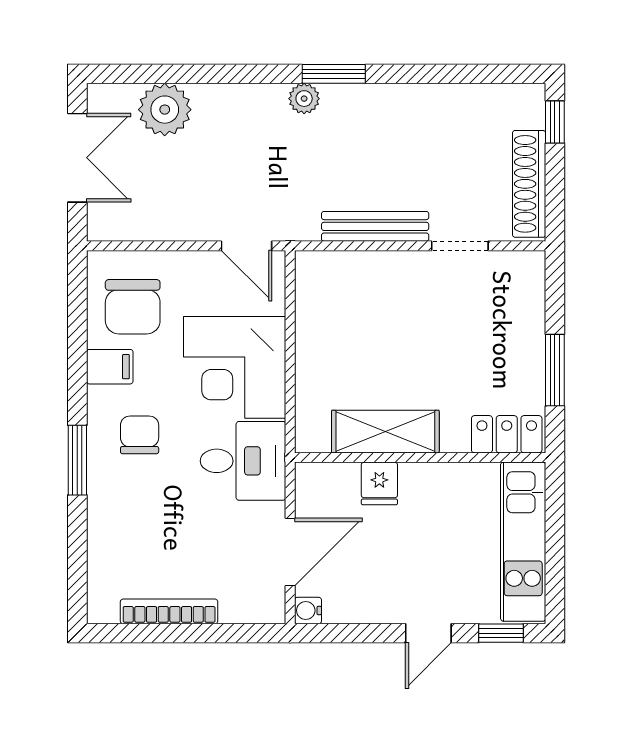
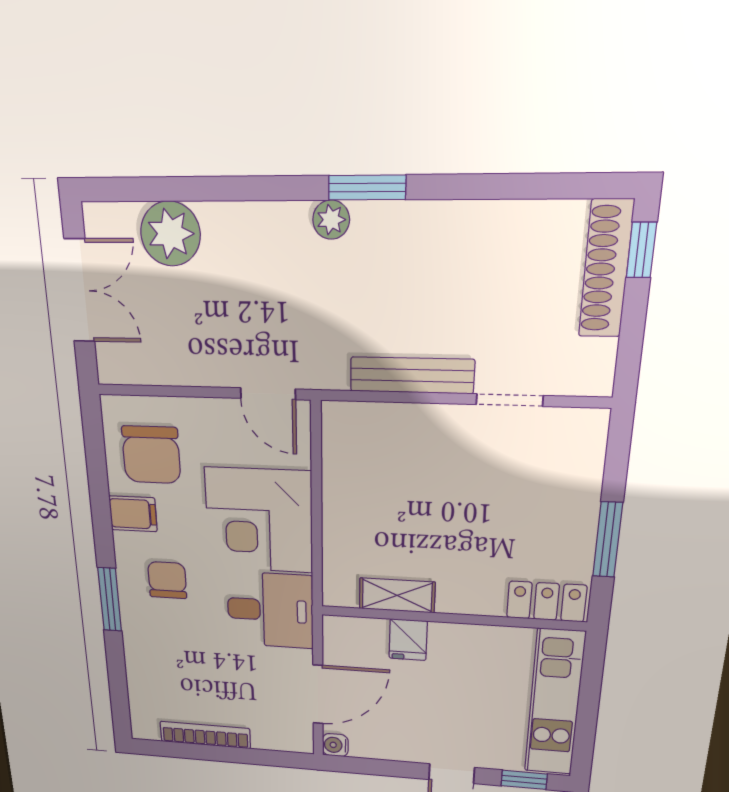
shoe rack: (529, 184) -> (606, 269), moved
shelving: (385, 432) -> (397, 595), width x0.67, depth x0.75

